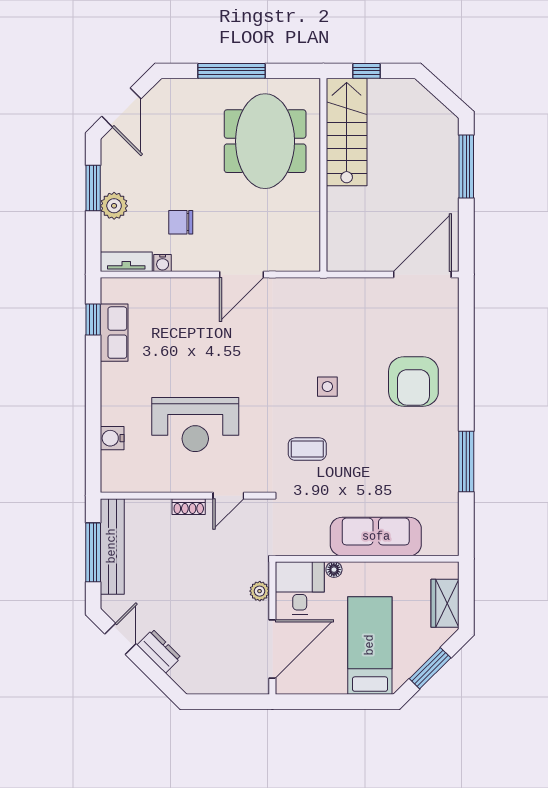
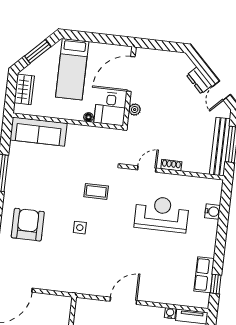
sofa: (376, 537) -> (38, 132), moved

